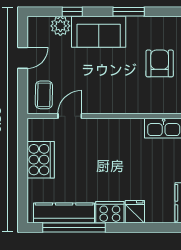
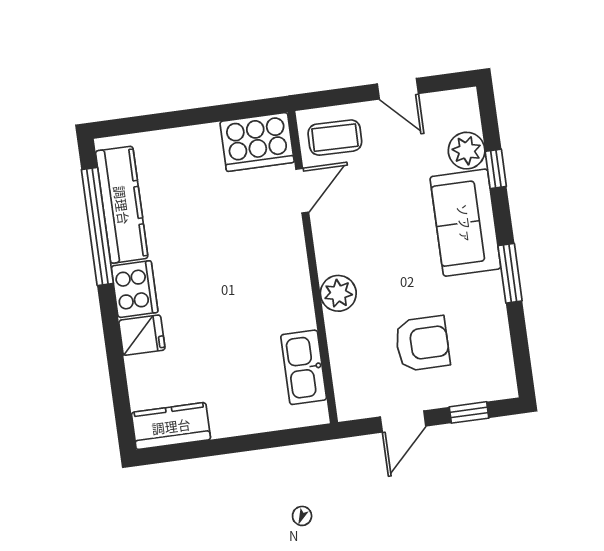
plant: (127, 104) -> (338, 293), added
door: (70, 116) -> (302, 191), hinge flipped
cooker: (41, 160) -> (257, 142), moved

